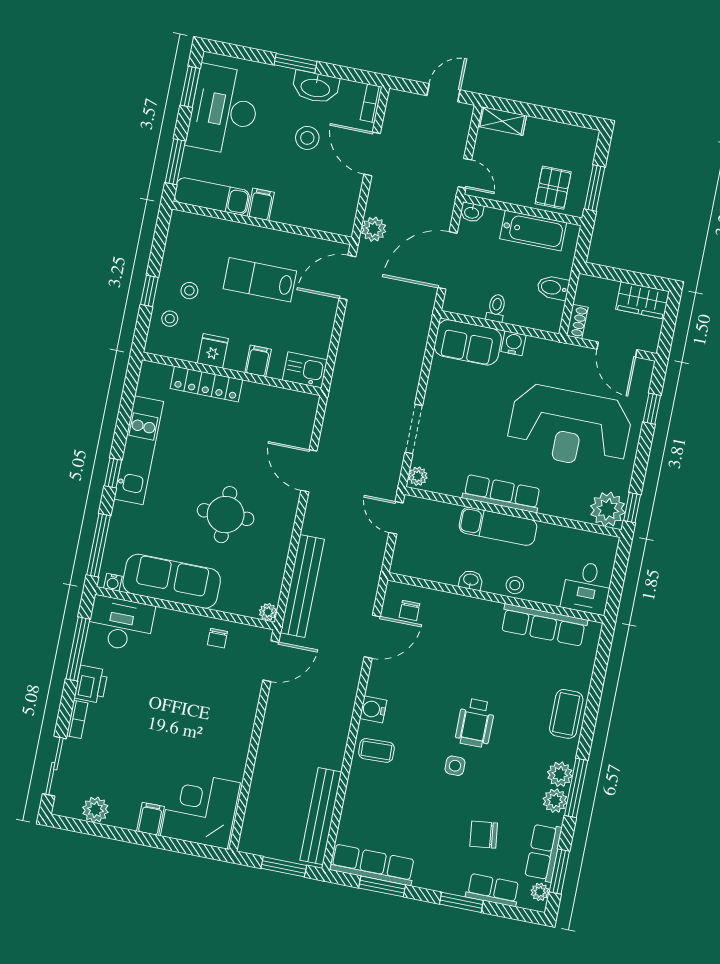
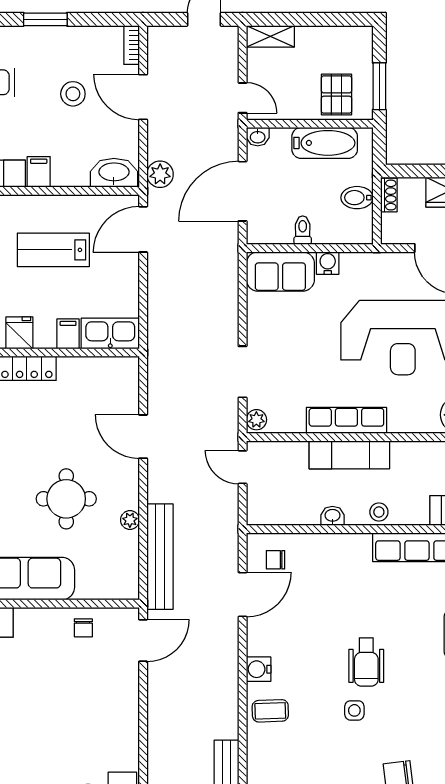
washbasin: (315, 87) -> (114, 173), moved, turned 180
shoe rack: (577, 321) -> (389, 195), moved
kitchen sink: (305, 370) -> (110, 333), width x1.38
chair: (409, 610) -> (276, 560), turned 90
plant: (268, 612) -> (130, 520), moved

